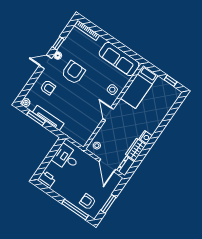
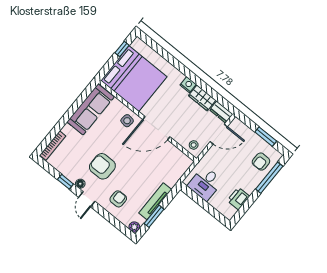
bed: (139, 87) -> (134, 79), width x2.04
door: (108, 114) -> (156, 128), width x1.88
printer: (47, 179) -> (238, 198), moved

